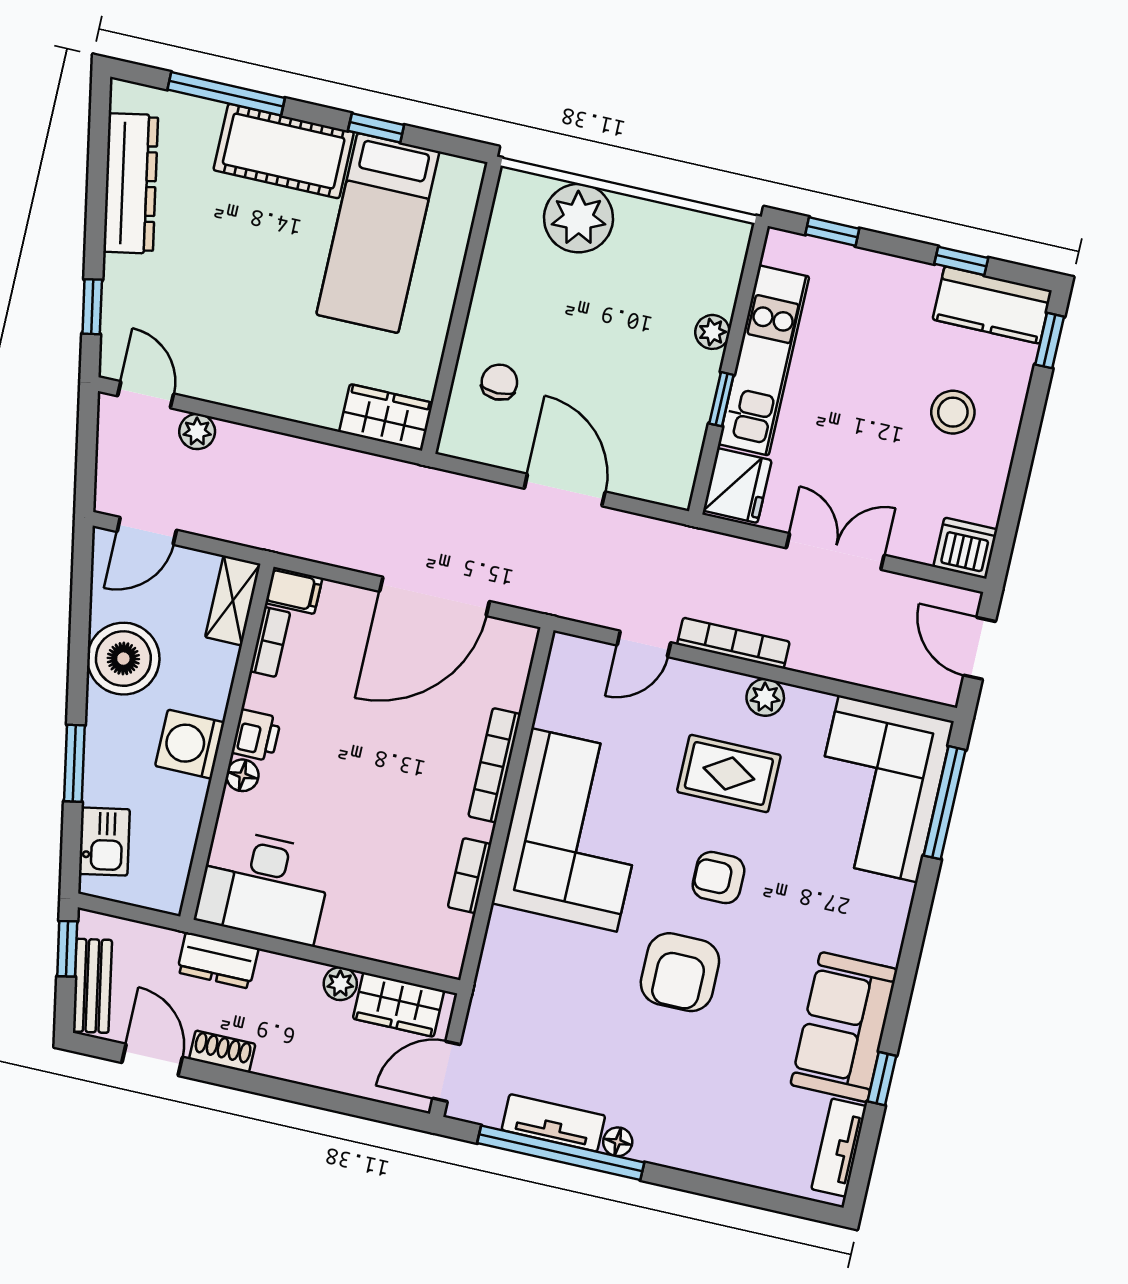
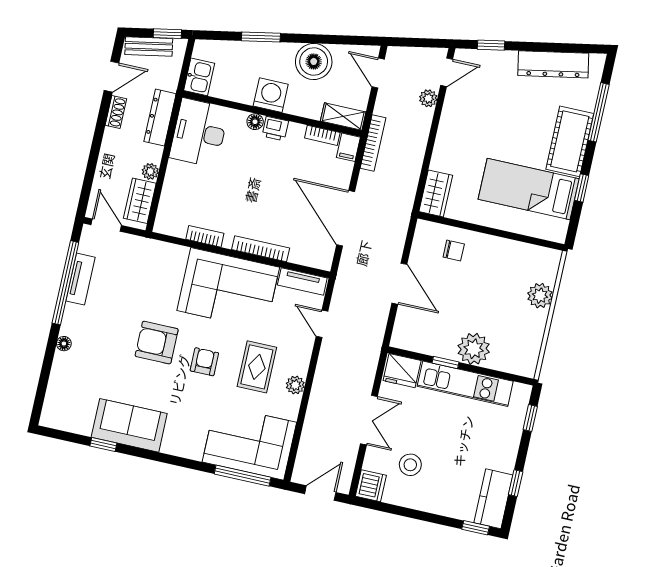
plant: (578, 218) -> (540, 296), width x0.73, depth x0.73
plant: (712, 332) -> (474, 349), width x1.87, depth x1.87
stool: (953, 412) -> (410, 465), moved
door: (565, 490) -> (399, 284), hinge flipped
bookcase: (733, 643) -> (373, 143), moved
kitchen sink: (104, 842) -> (199, 77), moved, turned -79
dresser: (218, 960) -> (160, 118), width x1.44
floor lamp: (618, 1142) -> (64, 344), moved
tv unit: (839, 1148) -> (302, 282), moved, turned 180

